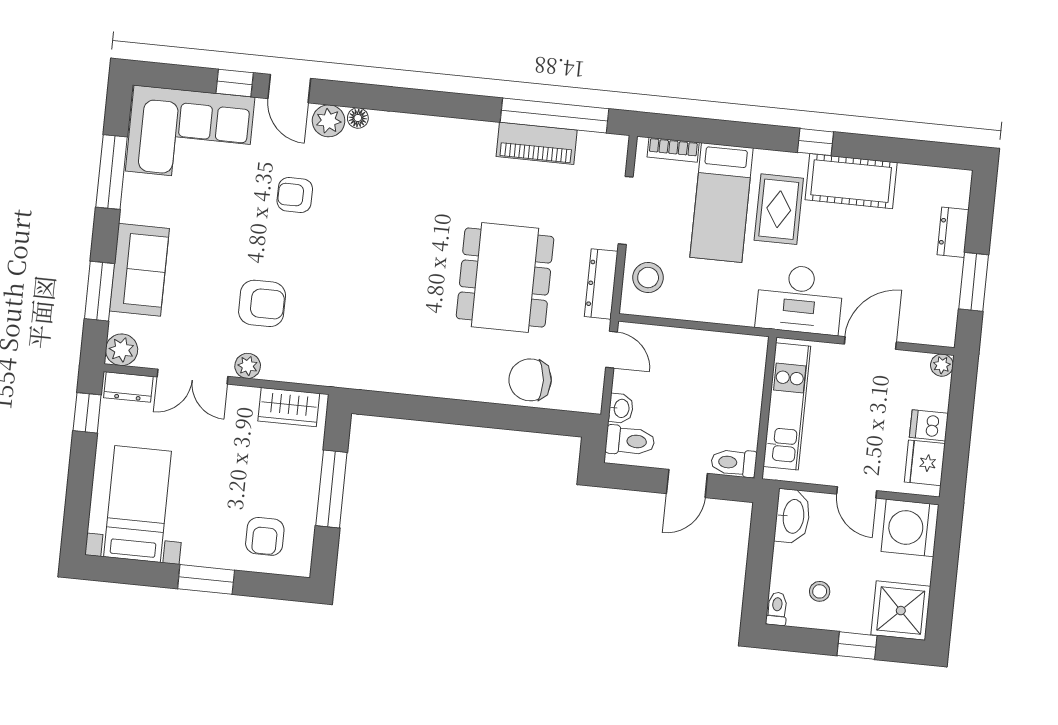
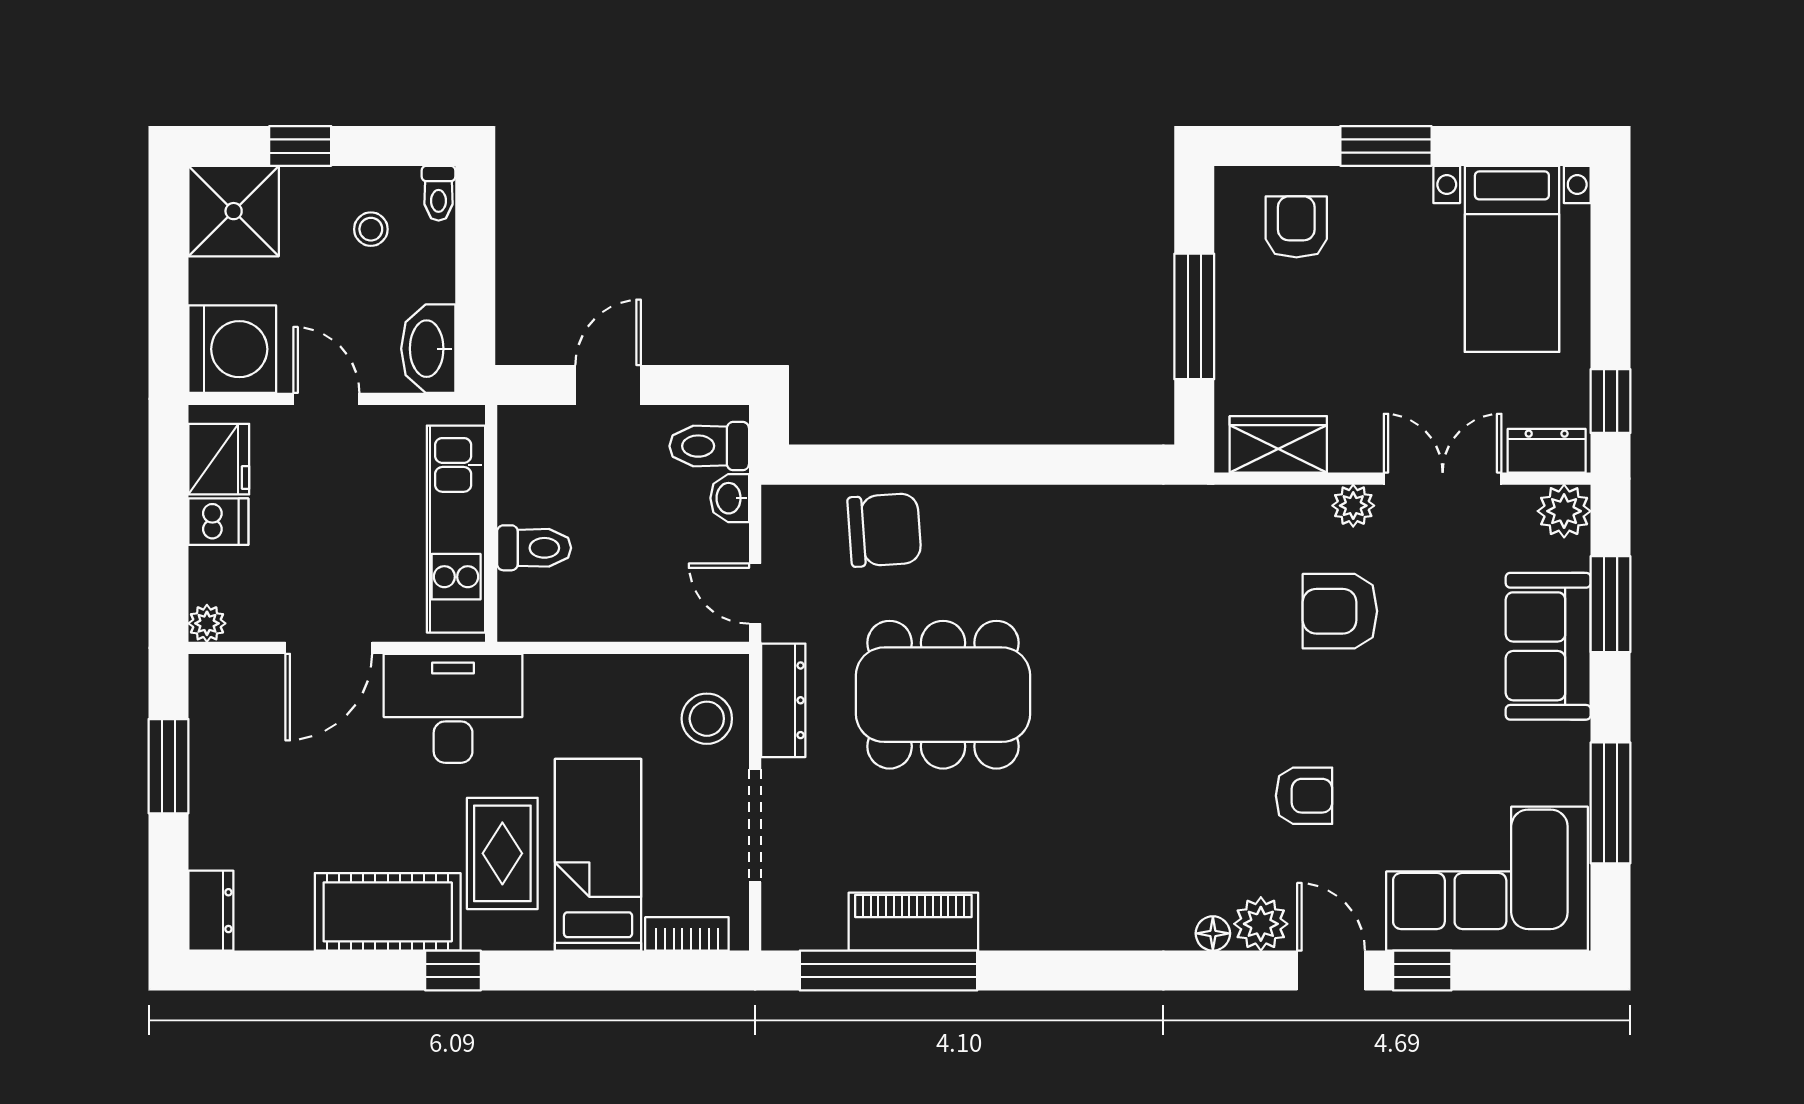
dresser: (953, 232) -> (211, 911), moved
dining table: (505, 278) -> (943, 695), turned 90
toilet: (734, 463) -> (534, 548), moved

